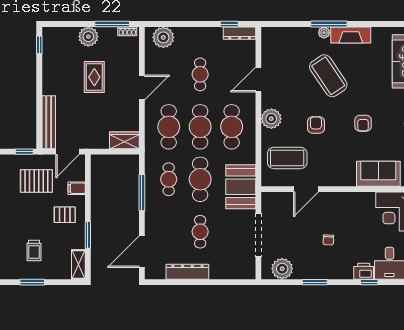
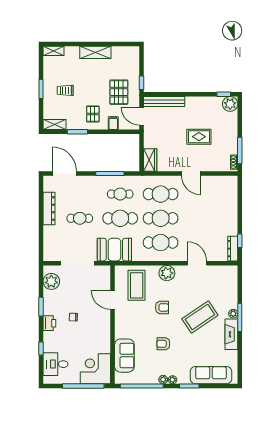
plant: (88, 37) -> (230, 104), moved
plant: (163, 37) -> (229, 190), removed
cafe table: (200, 74) -> (201, 218), removed
printer: (364, 271) -> (49, 323), moved

